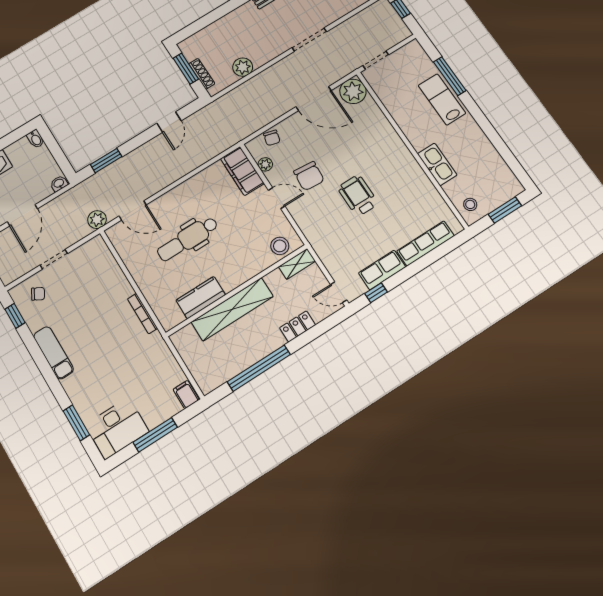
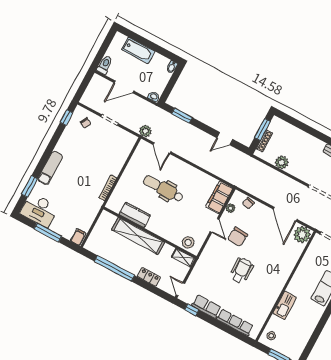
exam couch: (54, 353) -> (50, 168), moved

